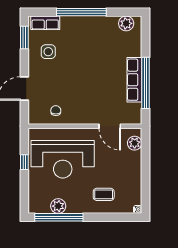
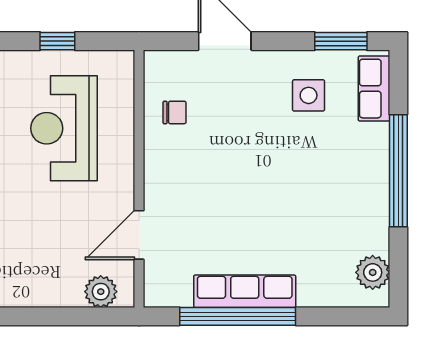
reception desk: (63, 159) -> (64, 128), width x0.74, depth x0.77

